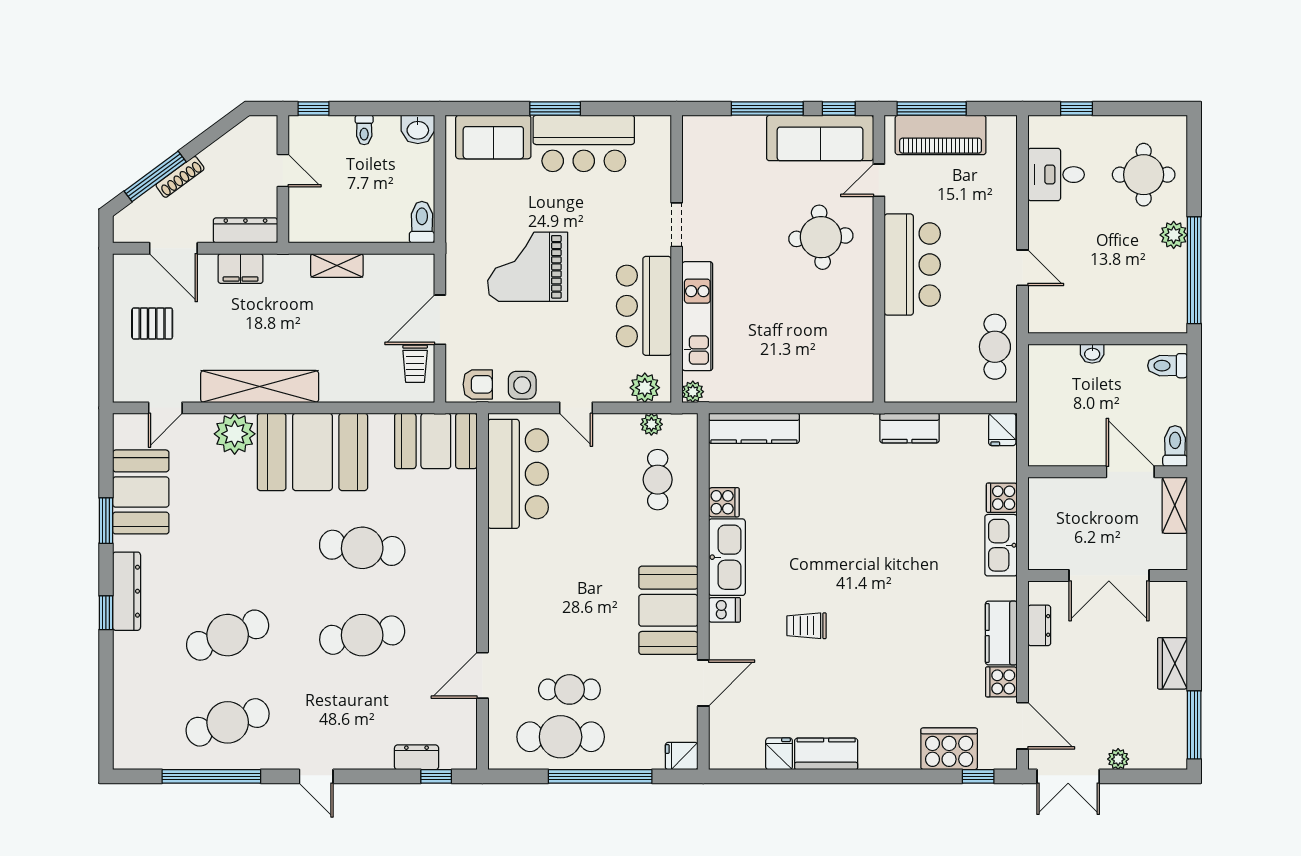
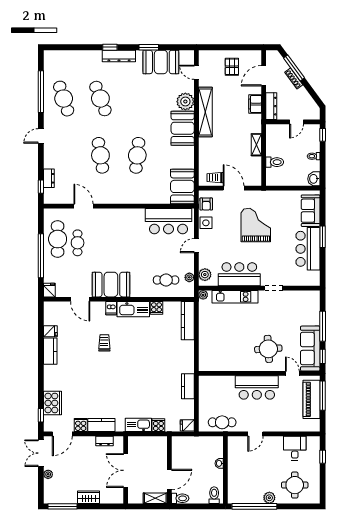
toilet: (422, 222) -> (275, 162), moved
booth: (312, 452) -> (183, 128), width x0.73, depth x0.70

